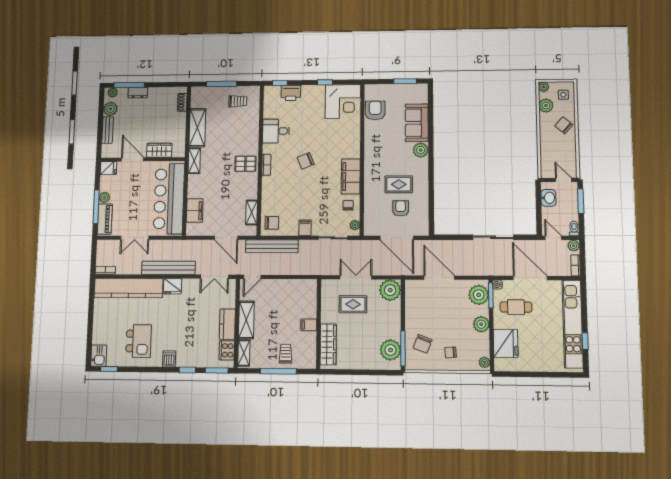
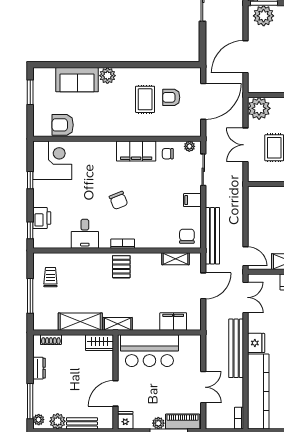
dresser: (138, 93) -> (39, 368), moved
wardrobe: (159, 150) -> (100, 343), moved, turned -90
bar counter: (169, 199) -> (149, 351), width x0.73

